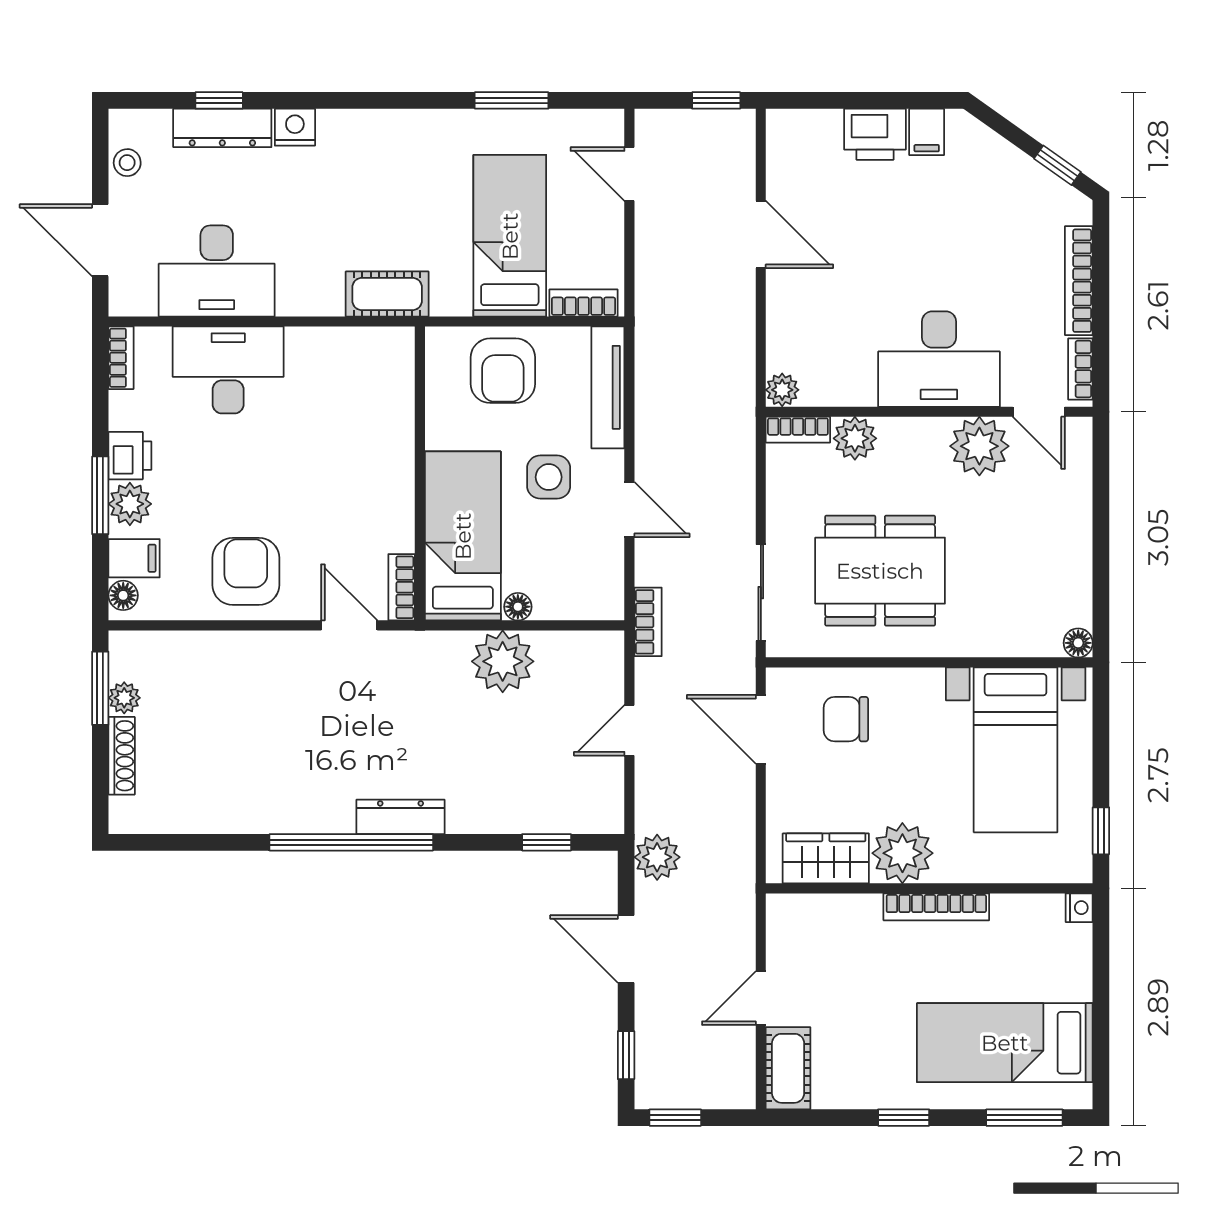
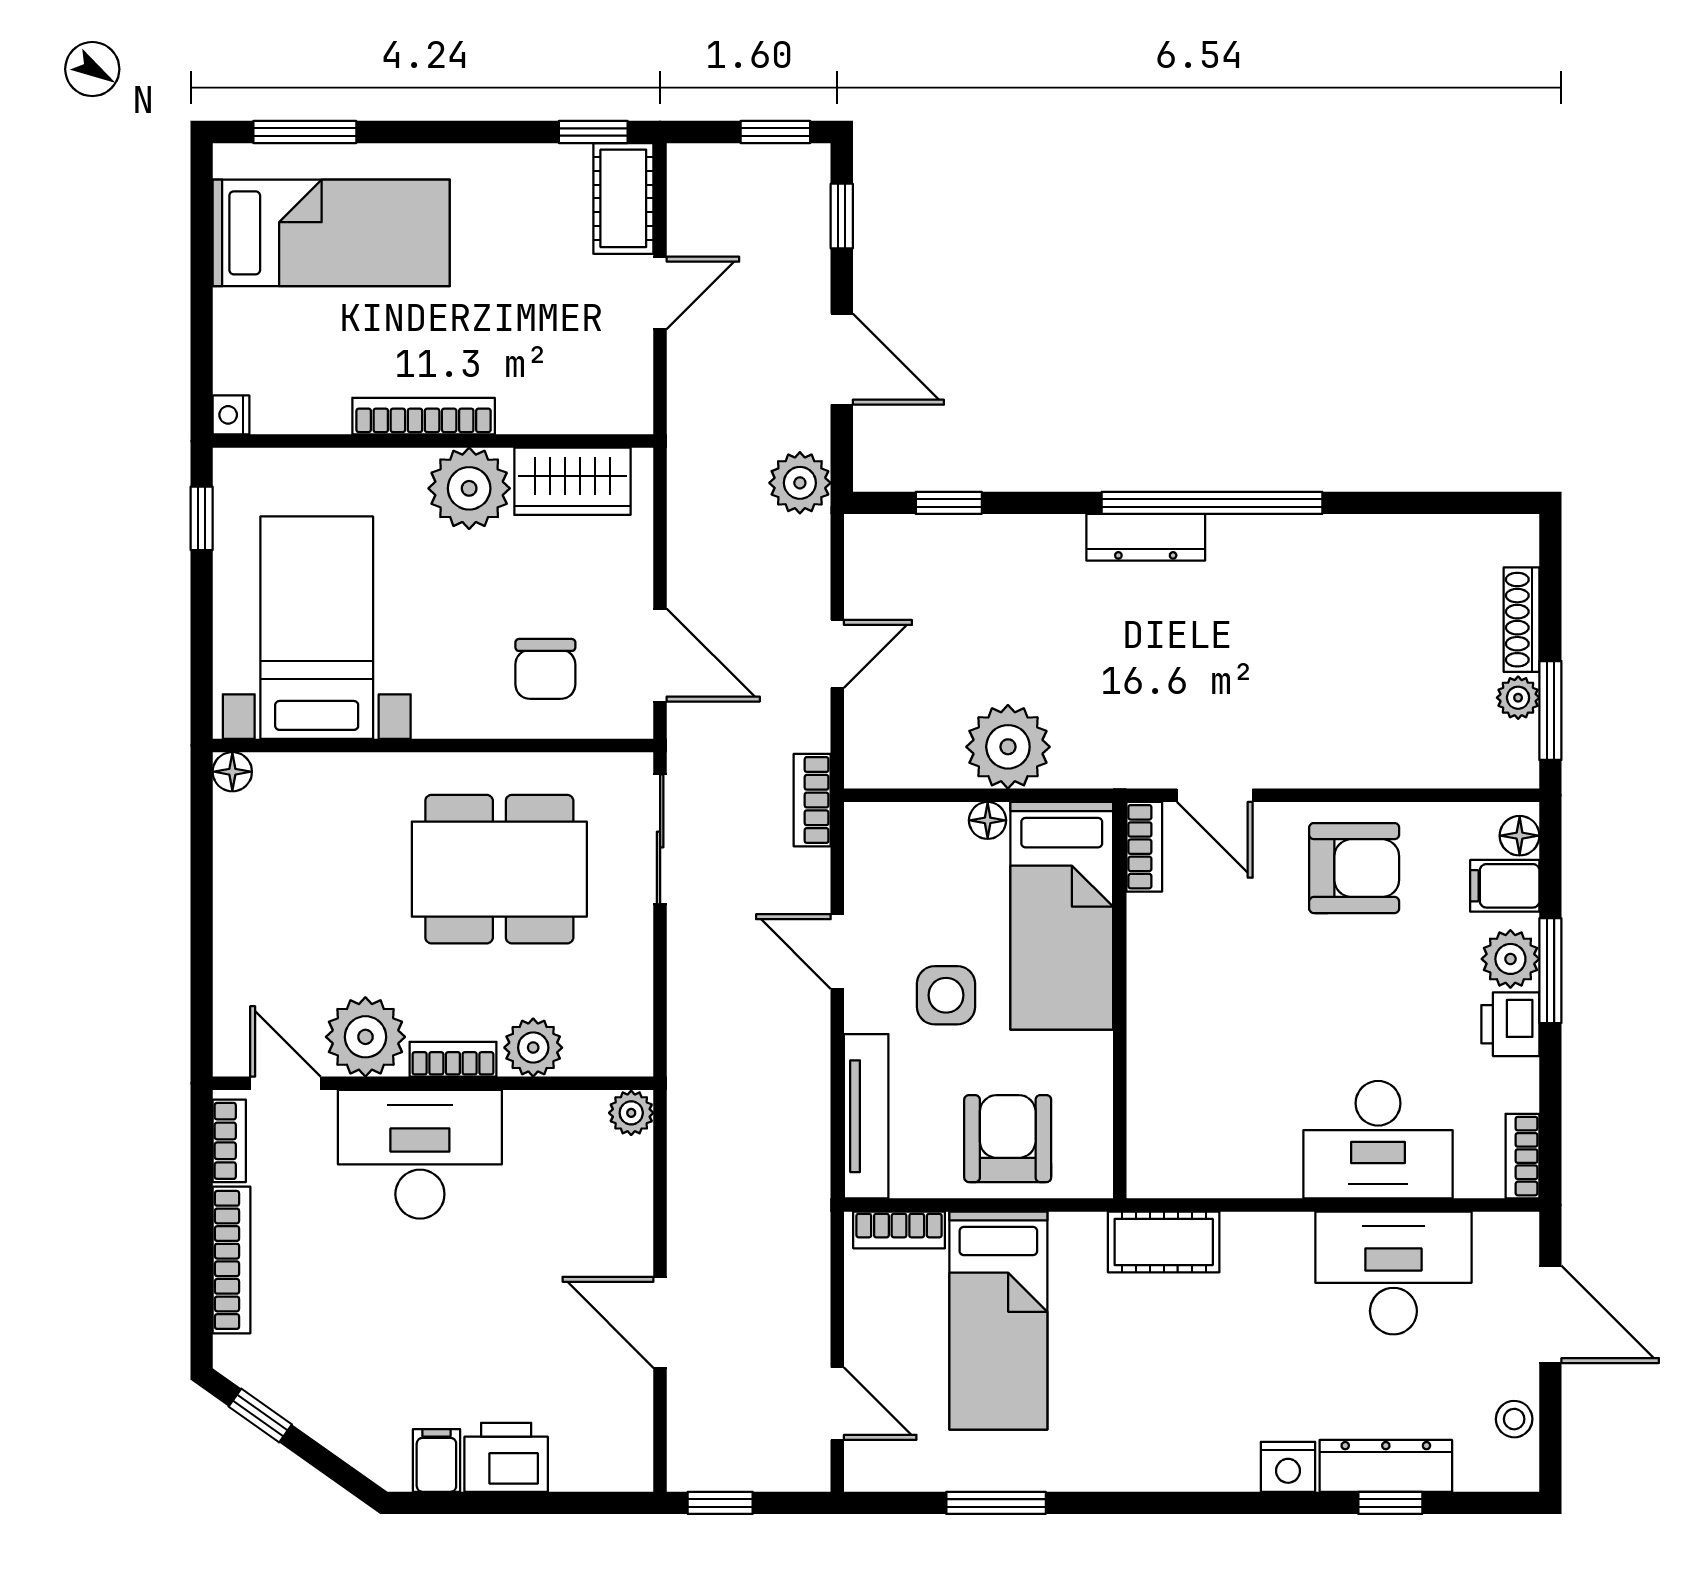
bookcase: (798, 430) -> (453, 1059), moved
armchair: (246, 571) -> (1354, 868), turned -90
chair: (846, 719) -> (545, 669), turned 90
window: (904, 1118) -> (593, 132), moved

